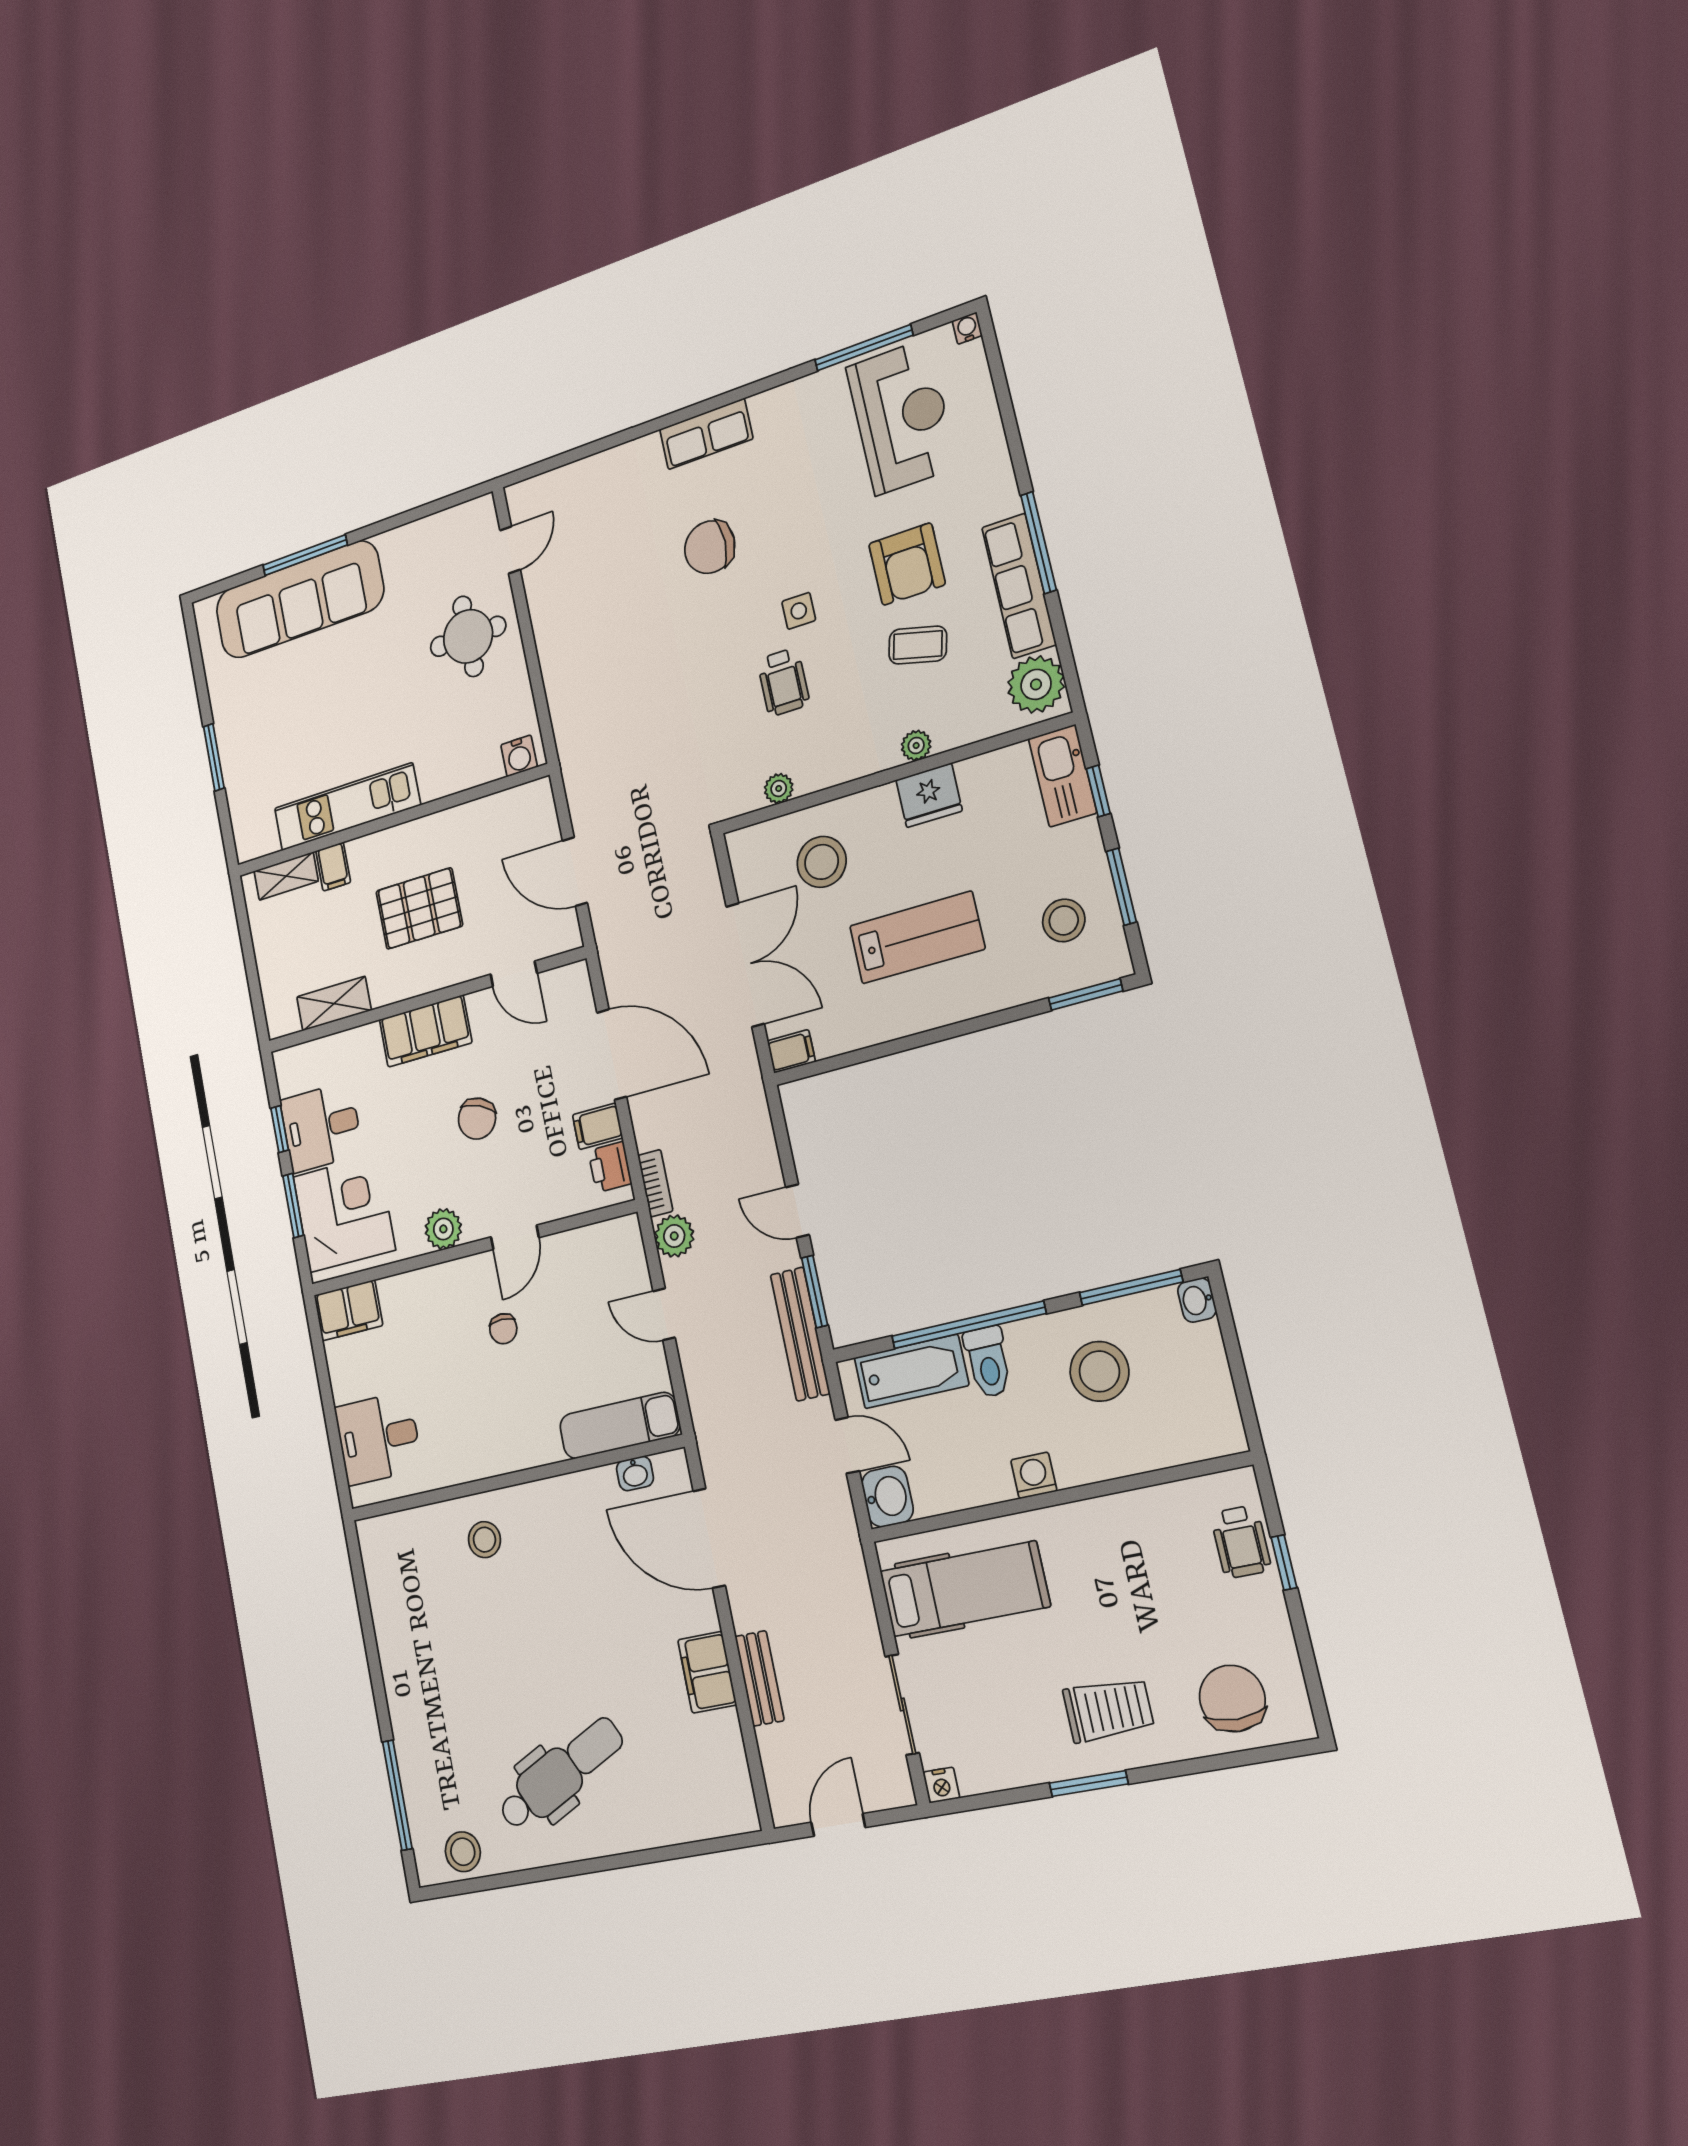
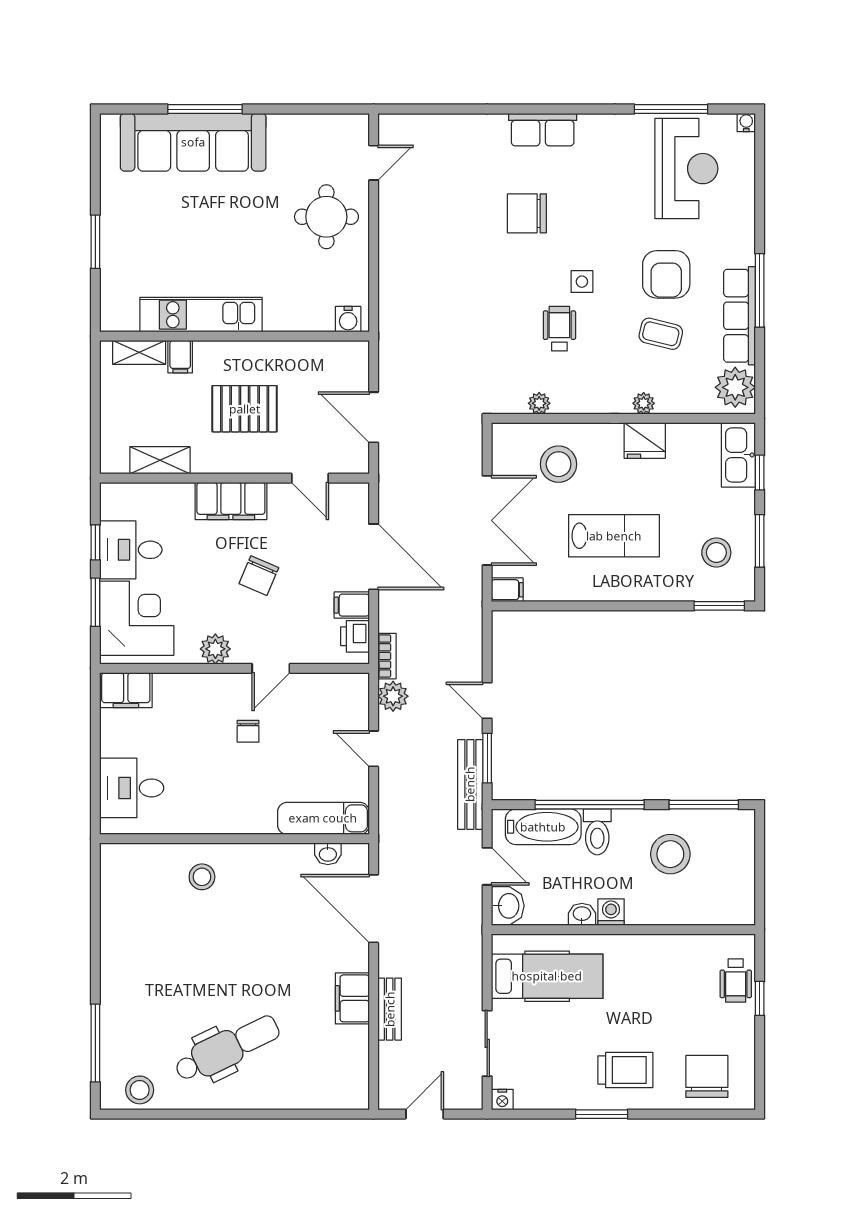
wheelchair: (783, 682) -> (559, 329), turned 180
washbasin: (1197, 1300) -> (582, 914), moved, turned 90

